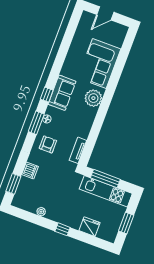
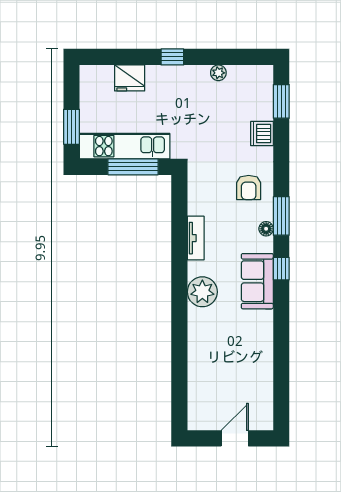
corner sofa: (99, 63) -> (214, 352), removed
tv unit: (78, 150) -> (196, 238), moved
window: (126, 223) -> (72, 127), moved

